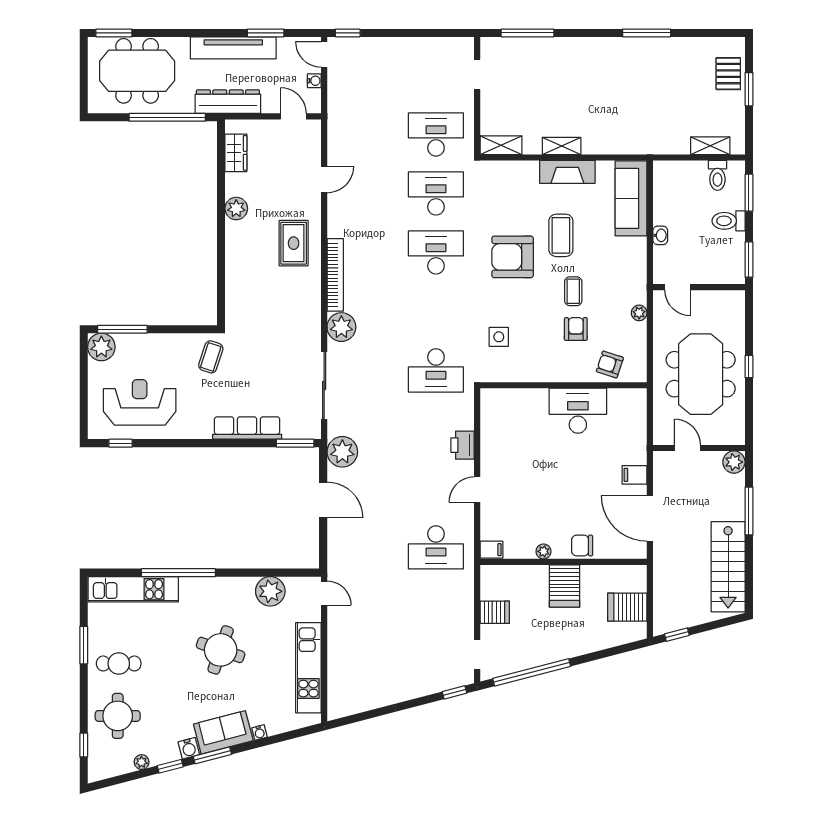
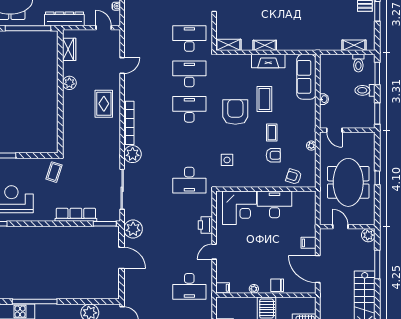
armchair: (513, 257) -> (235, 112), turned 90
armchair: (576, 329) -> (273, 155), turned 90
corner desk: (520, 416) -> (239, 208), added

